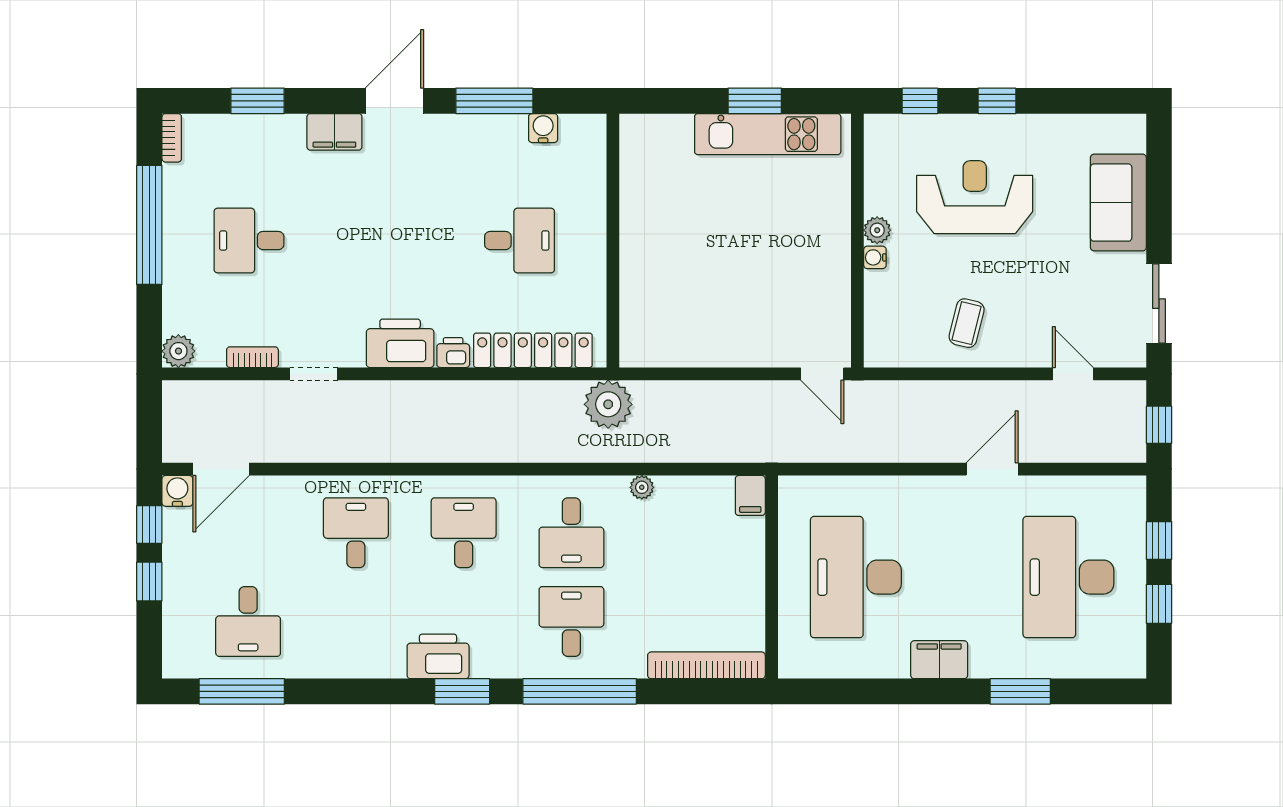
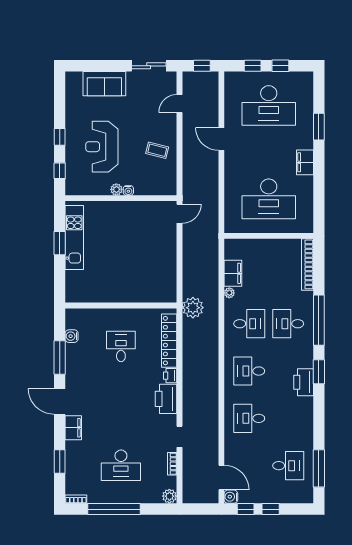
desk: (249, 241) -> (121, 465), width x1.37
filing cabinet: (750, 495) -> (233, 273), moved, width x2.00

